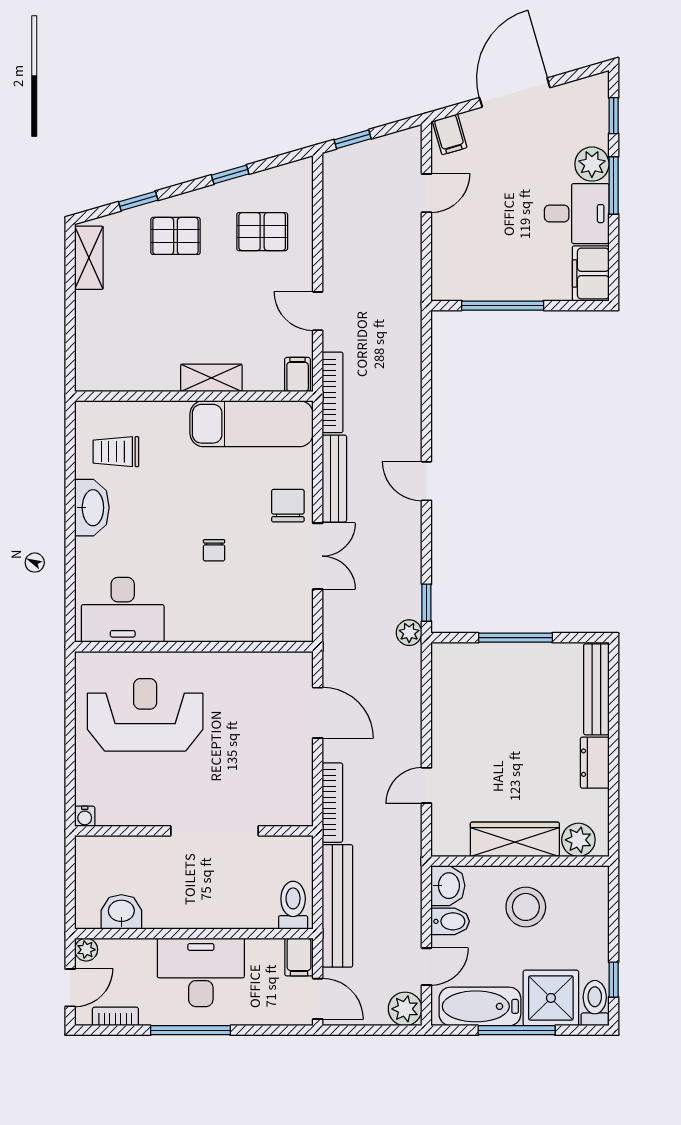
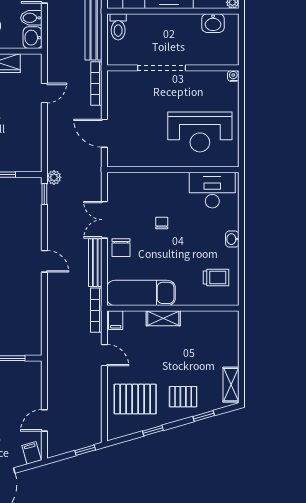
pallet: (262, 232) -> (135, 399), width x1.50, depth x1.42
washbasin: (92, 508) -> (232, 239), width x0.52, depth x0.69

